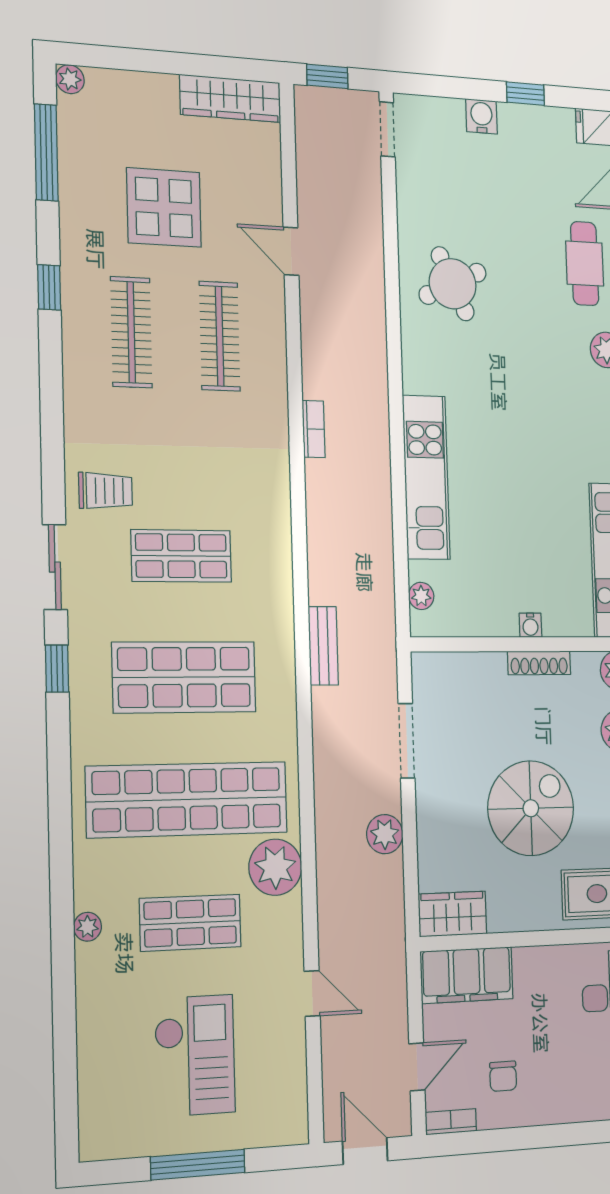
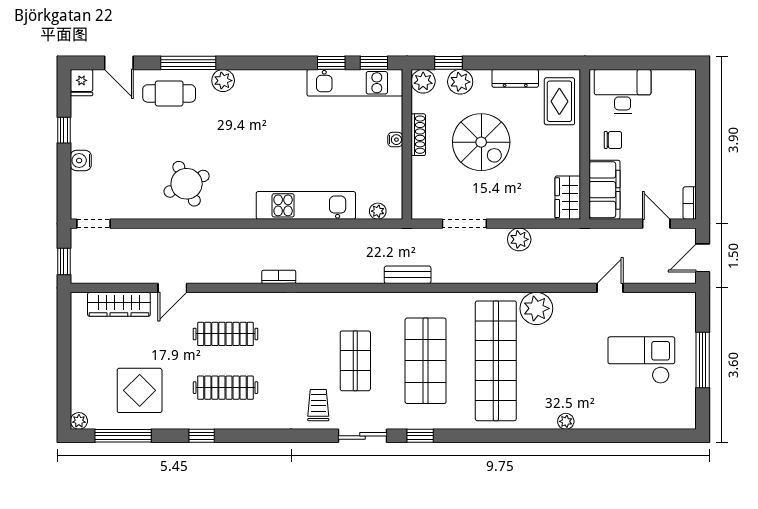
wardrobe: (230, 98) -> (119, 304), moved, turned 90
display table: (164, 207) -> (140, 390), moved
spiral stairs: (531, 808) -> (481, 142), moved, turned 180
shop shelf: (190, 923) -> (566, 361), removed
chair: (503, 1076) -> (613, 140), moved

